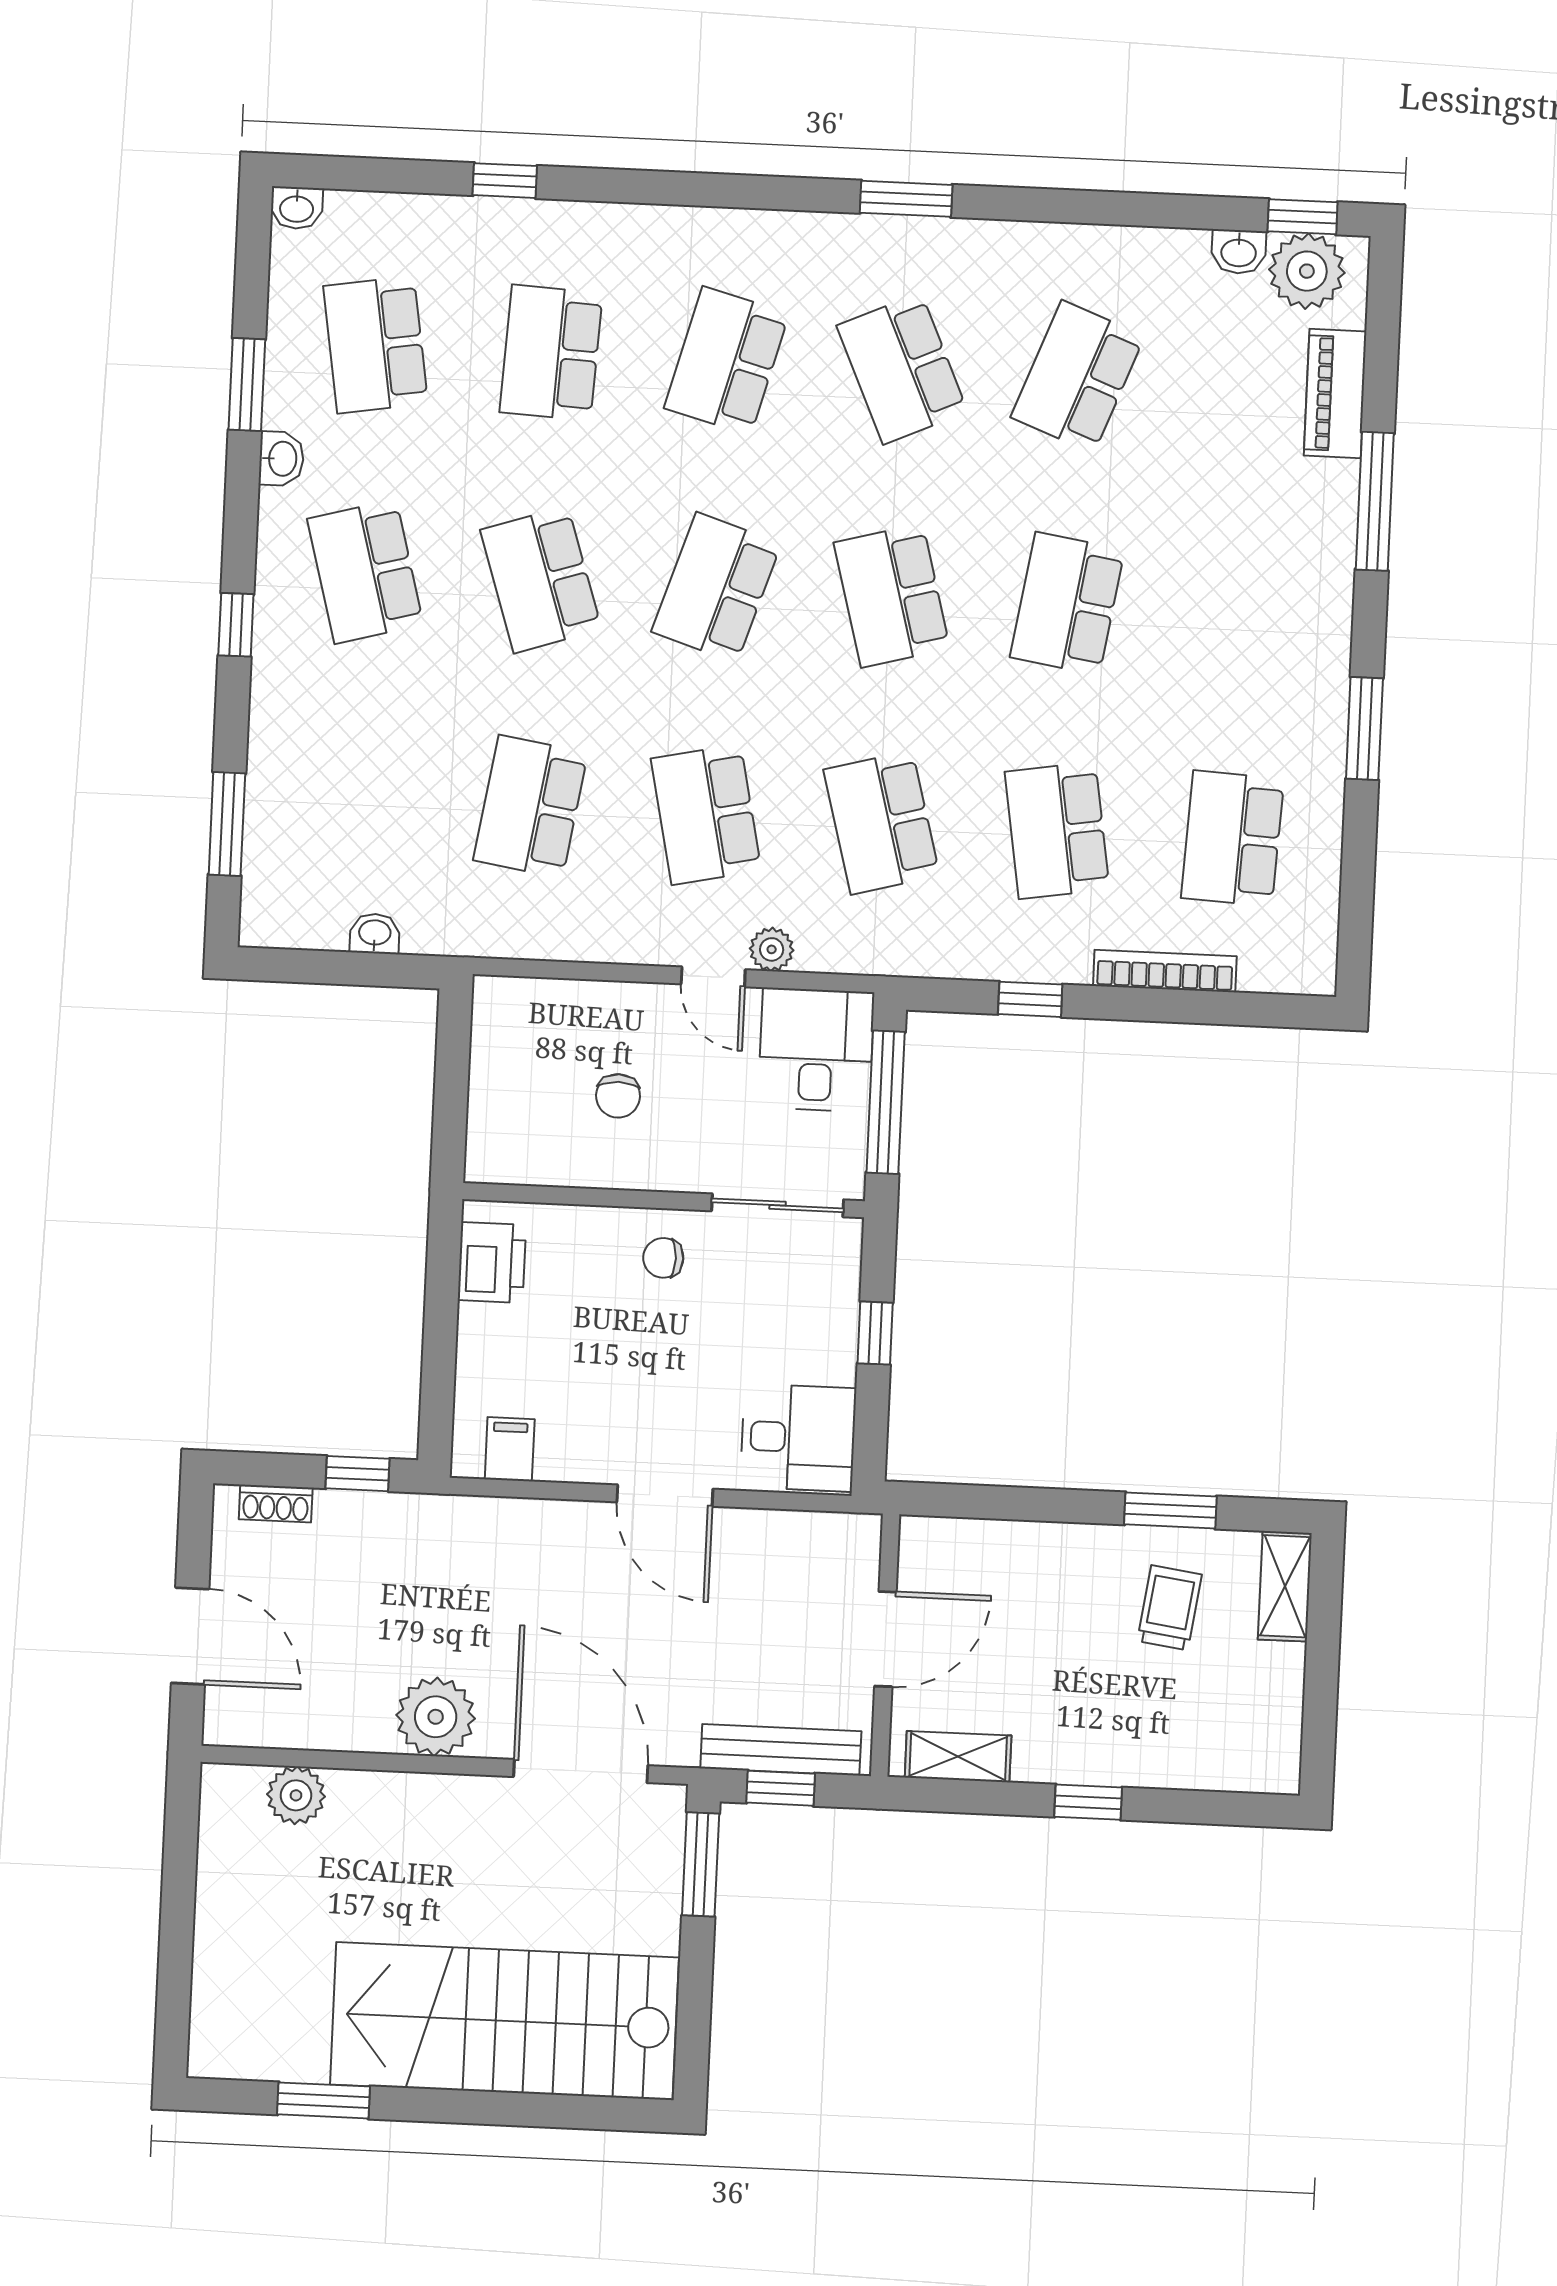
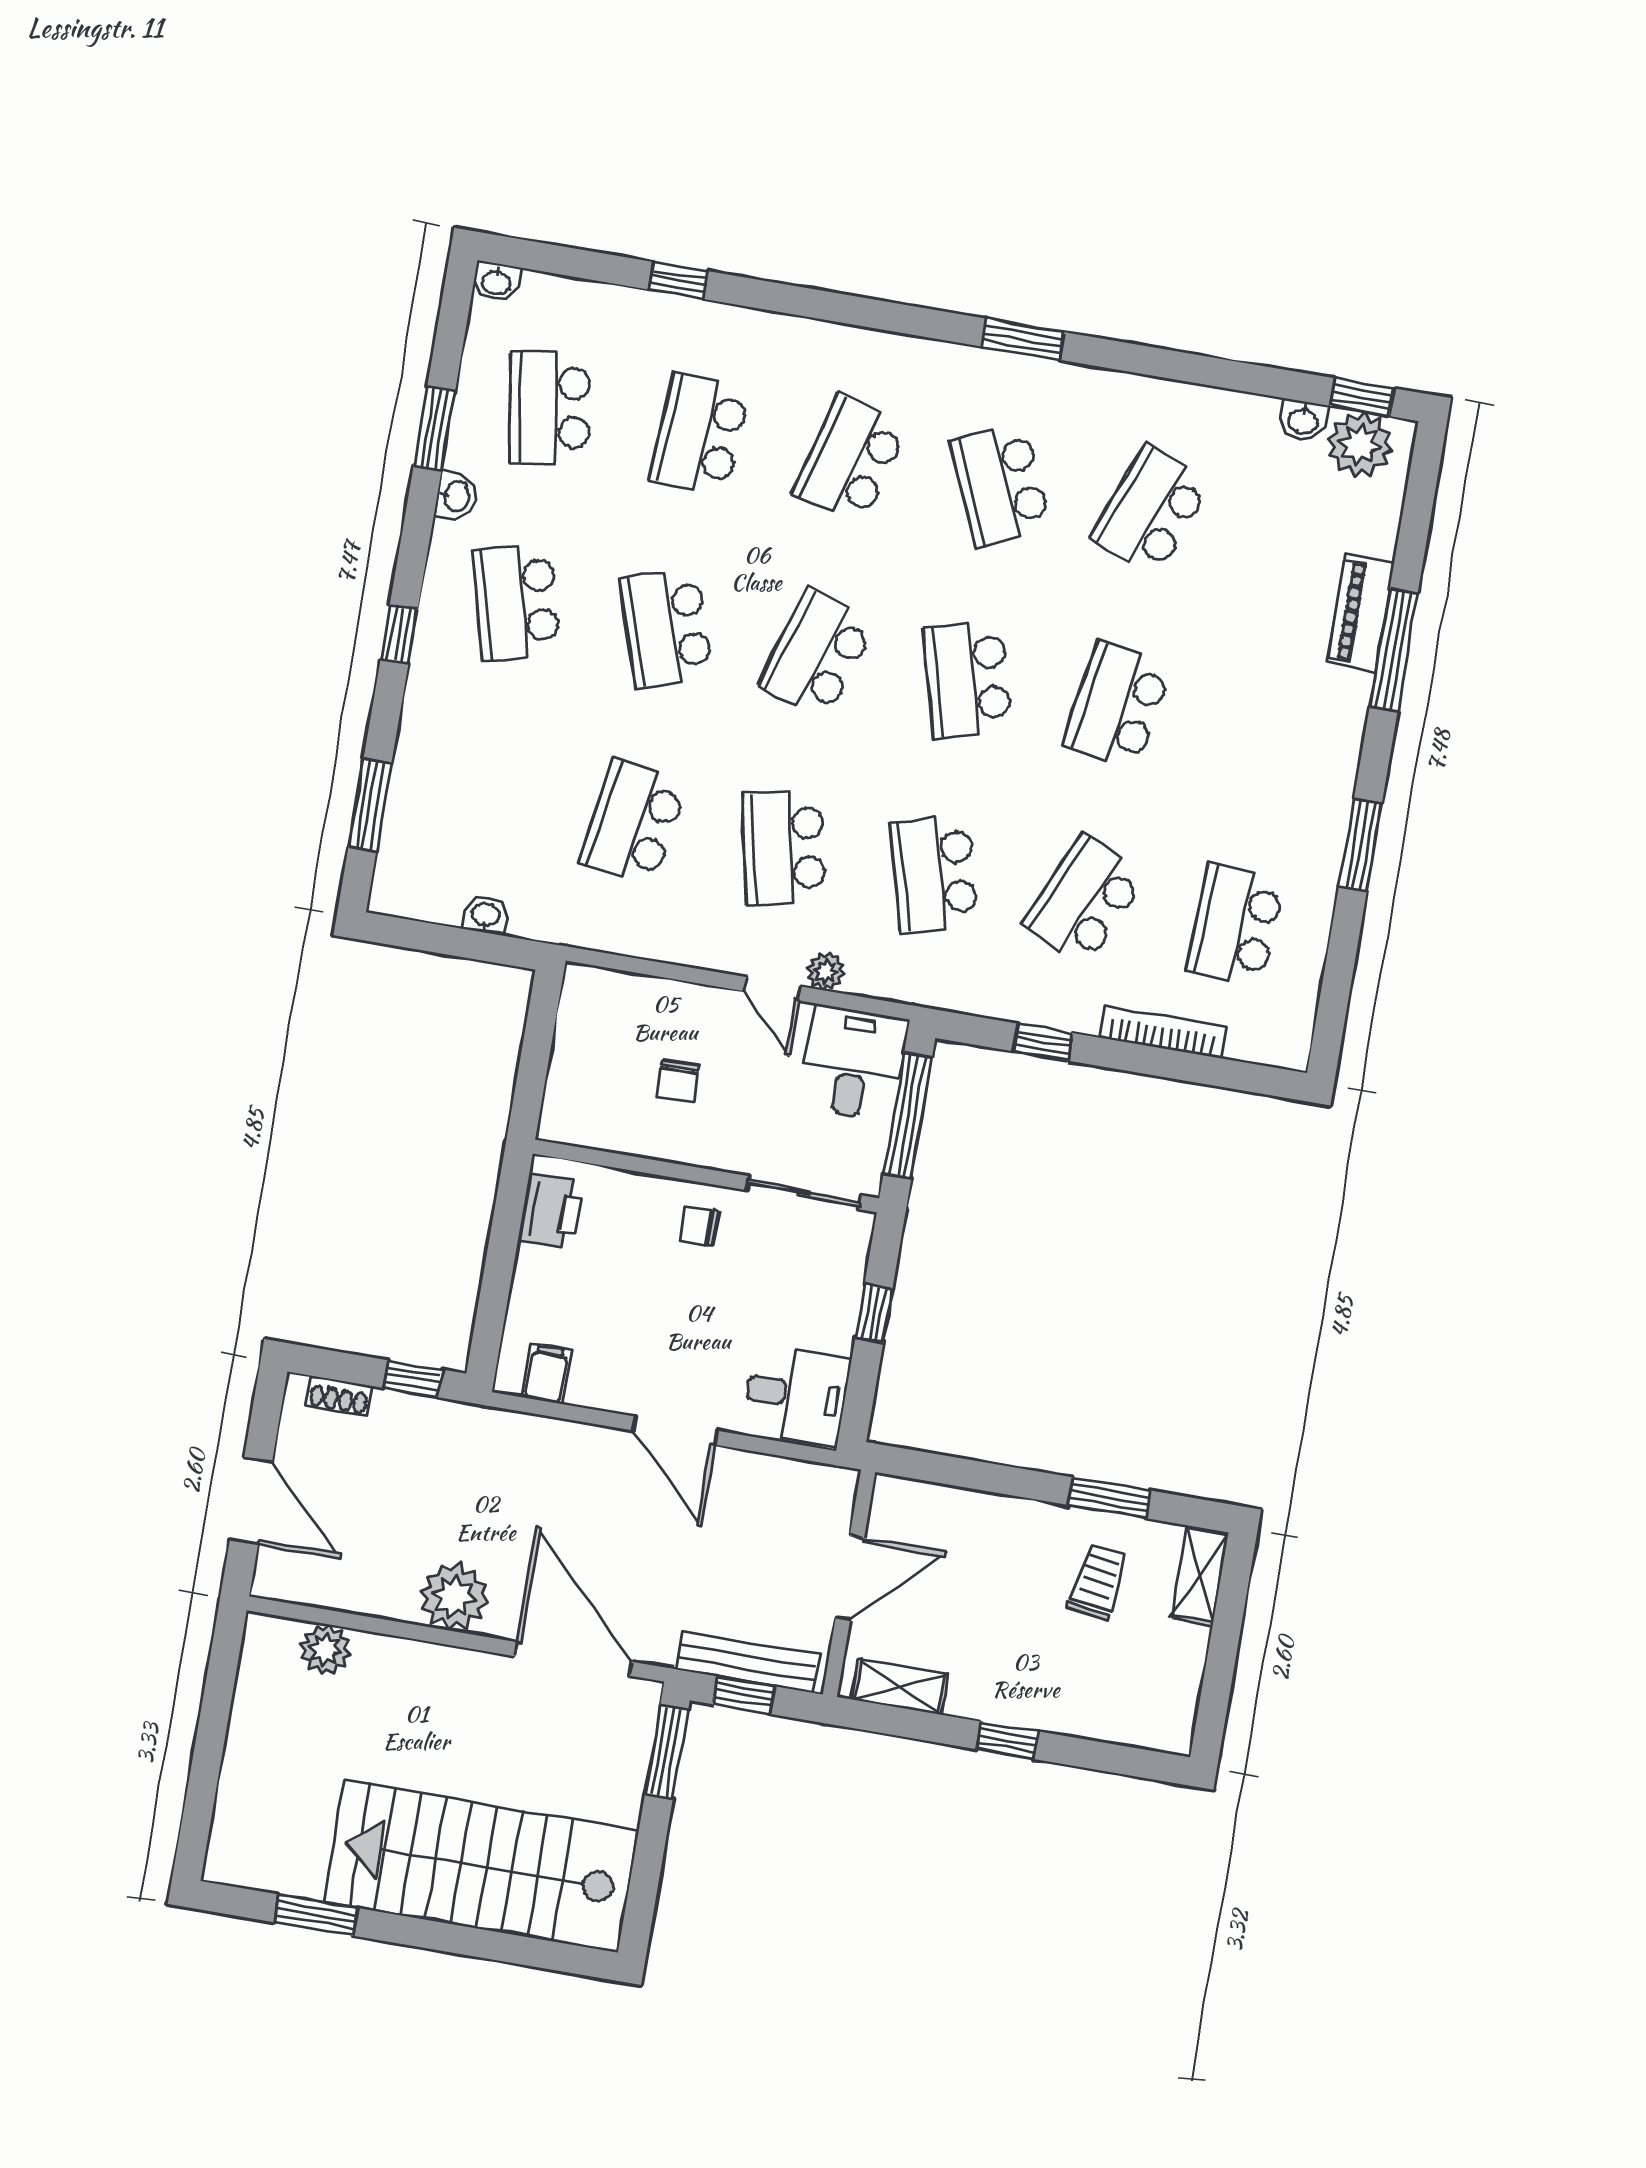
piano: (1335, 394) -> (1361, 613), moved
school desk: (1057, 830) -> (1085, 900), turned 33

